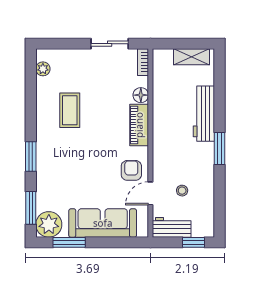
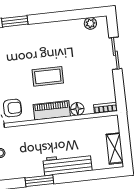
sliding door: (110, 44) -> (115, 53), moved
coffee table: (70, 110) -> (48, 76), moved

